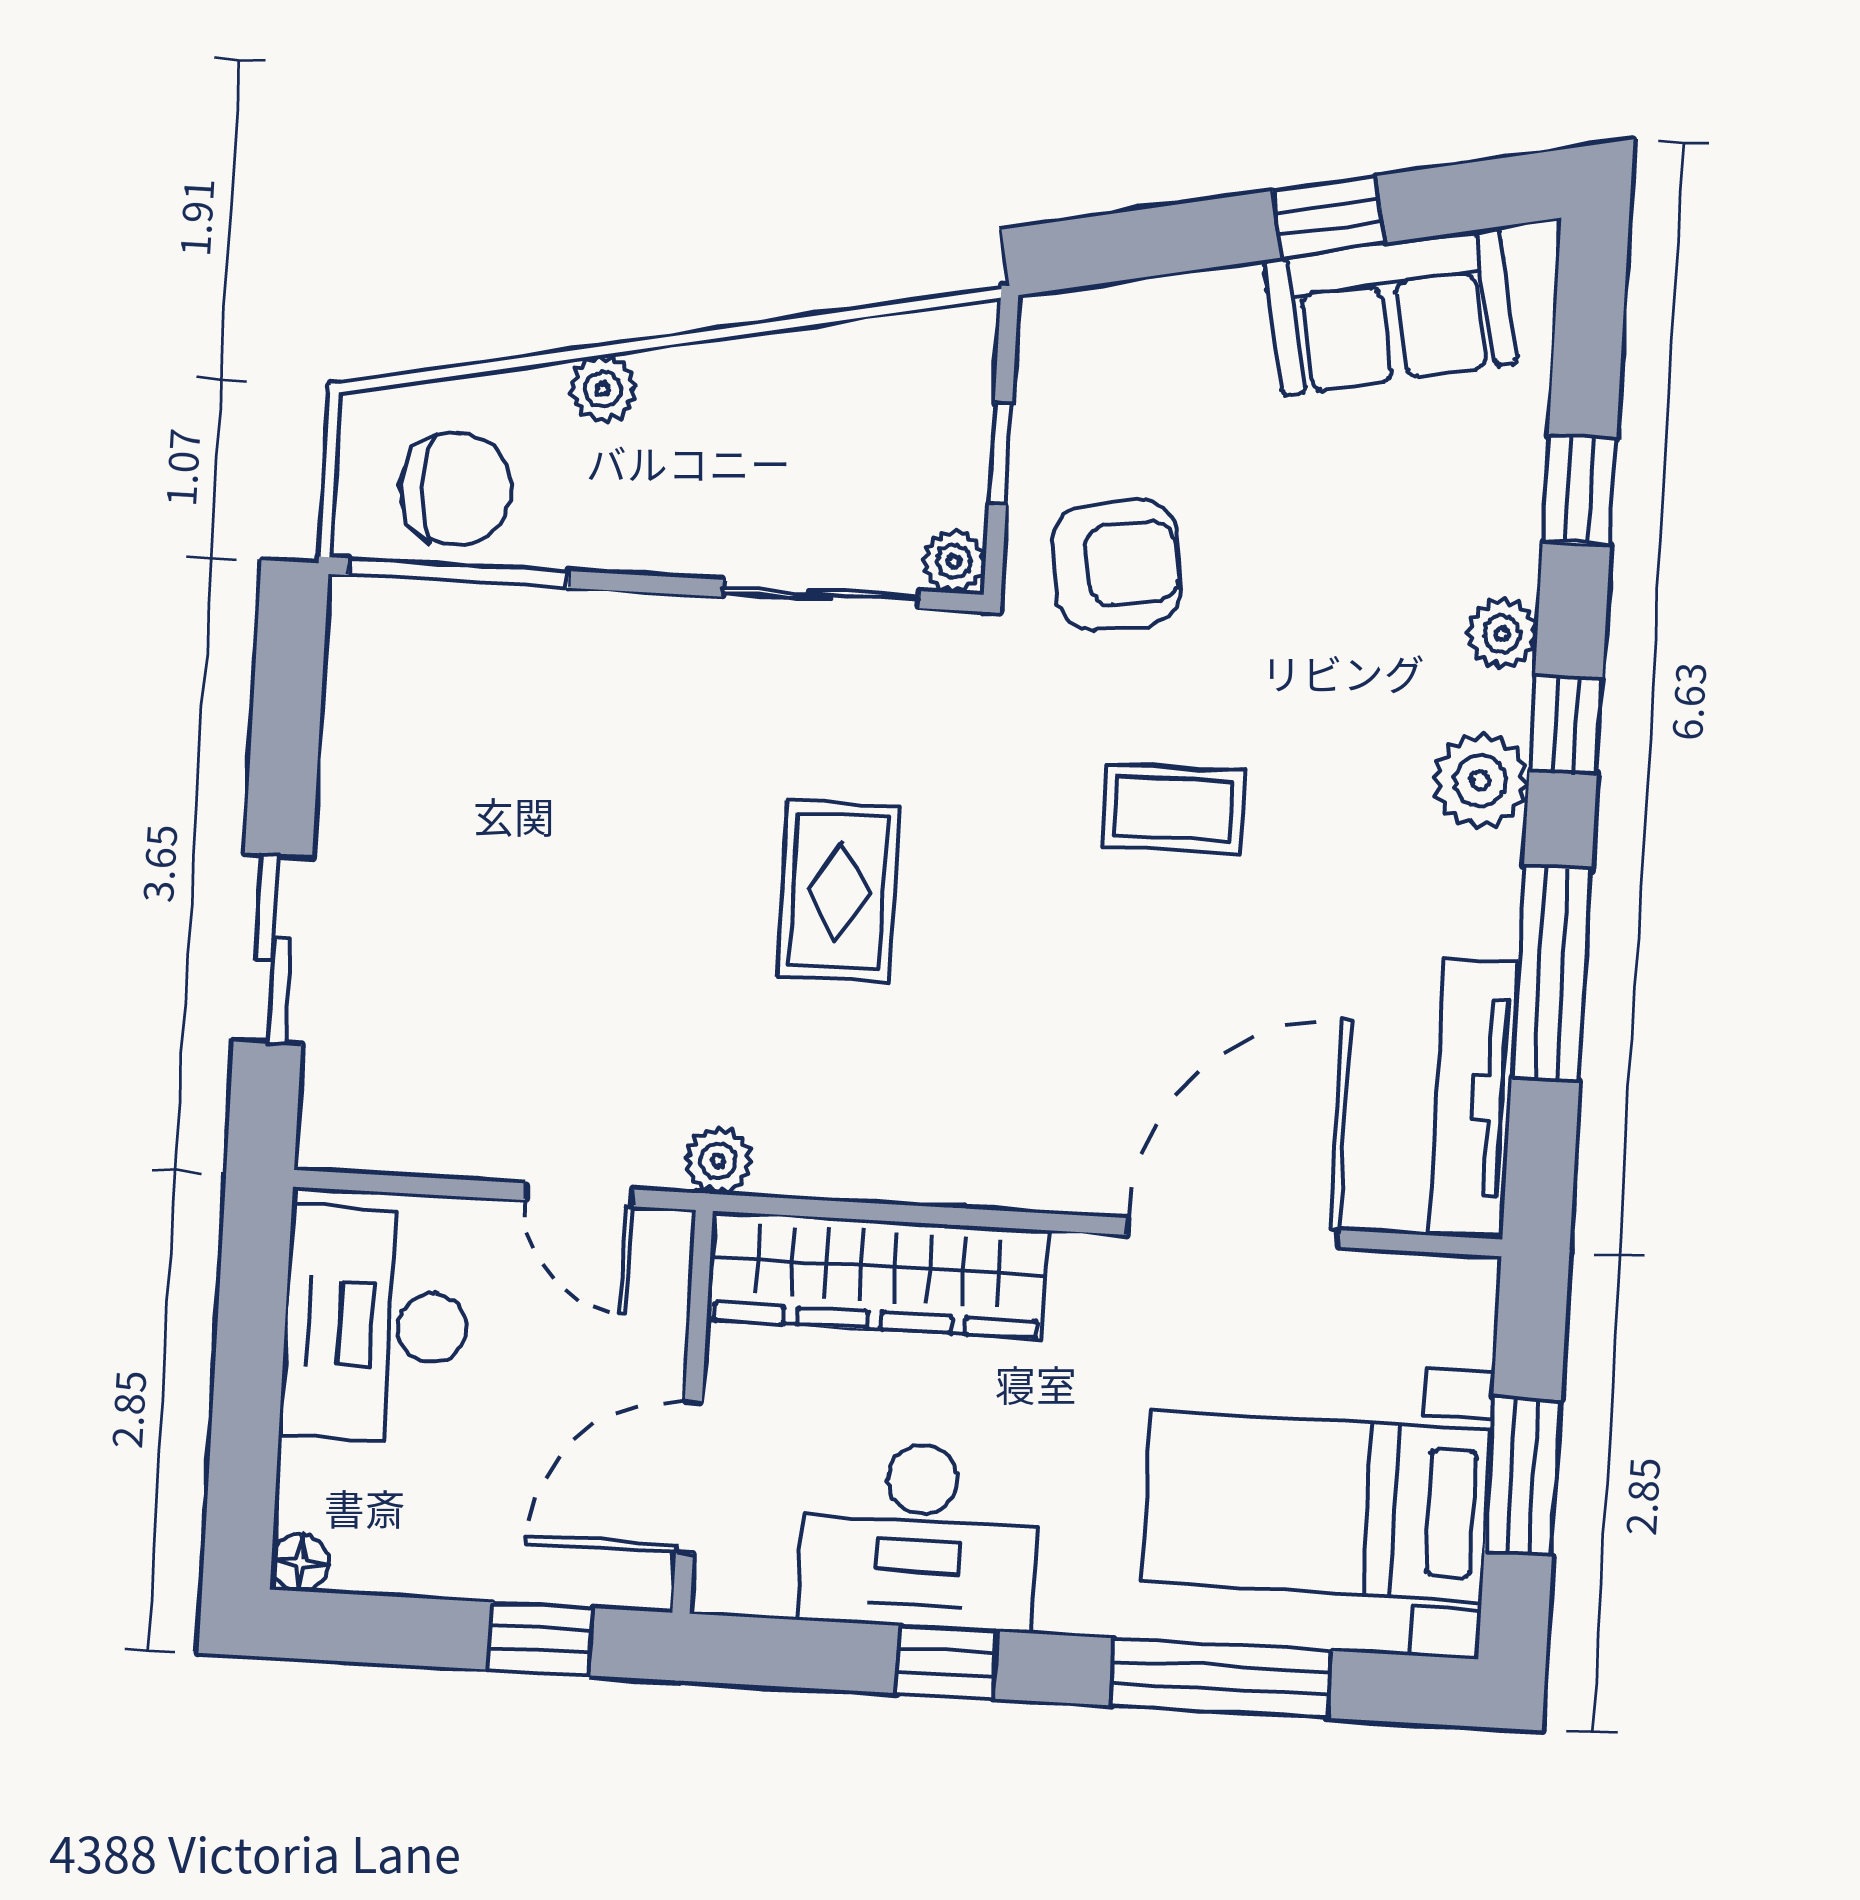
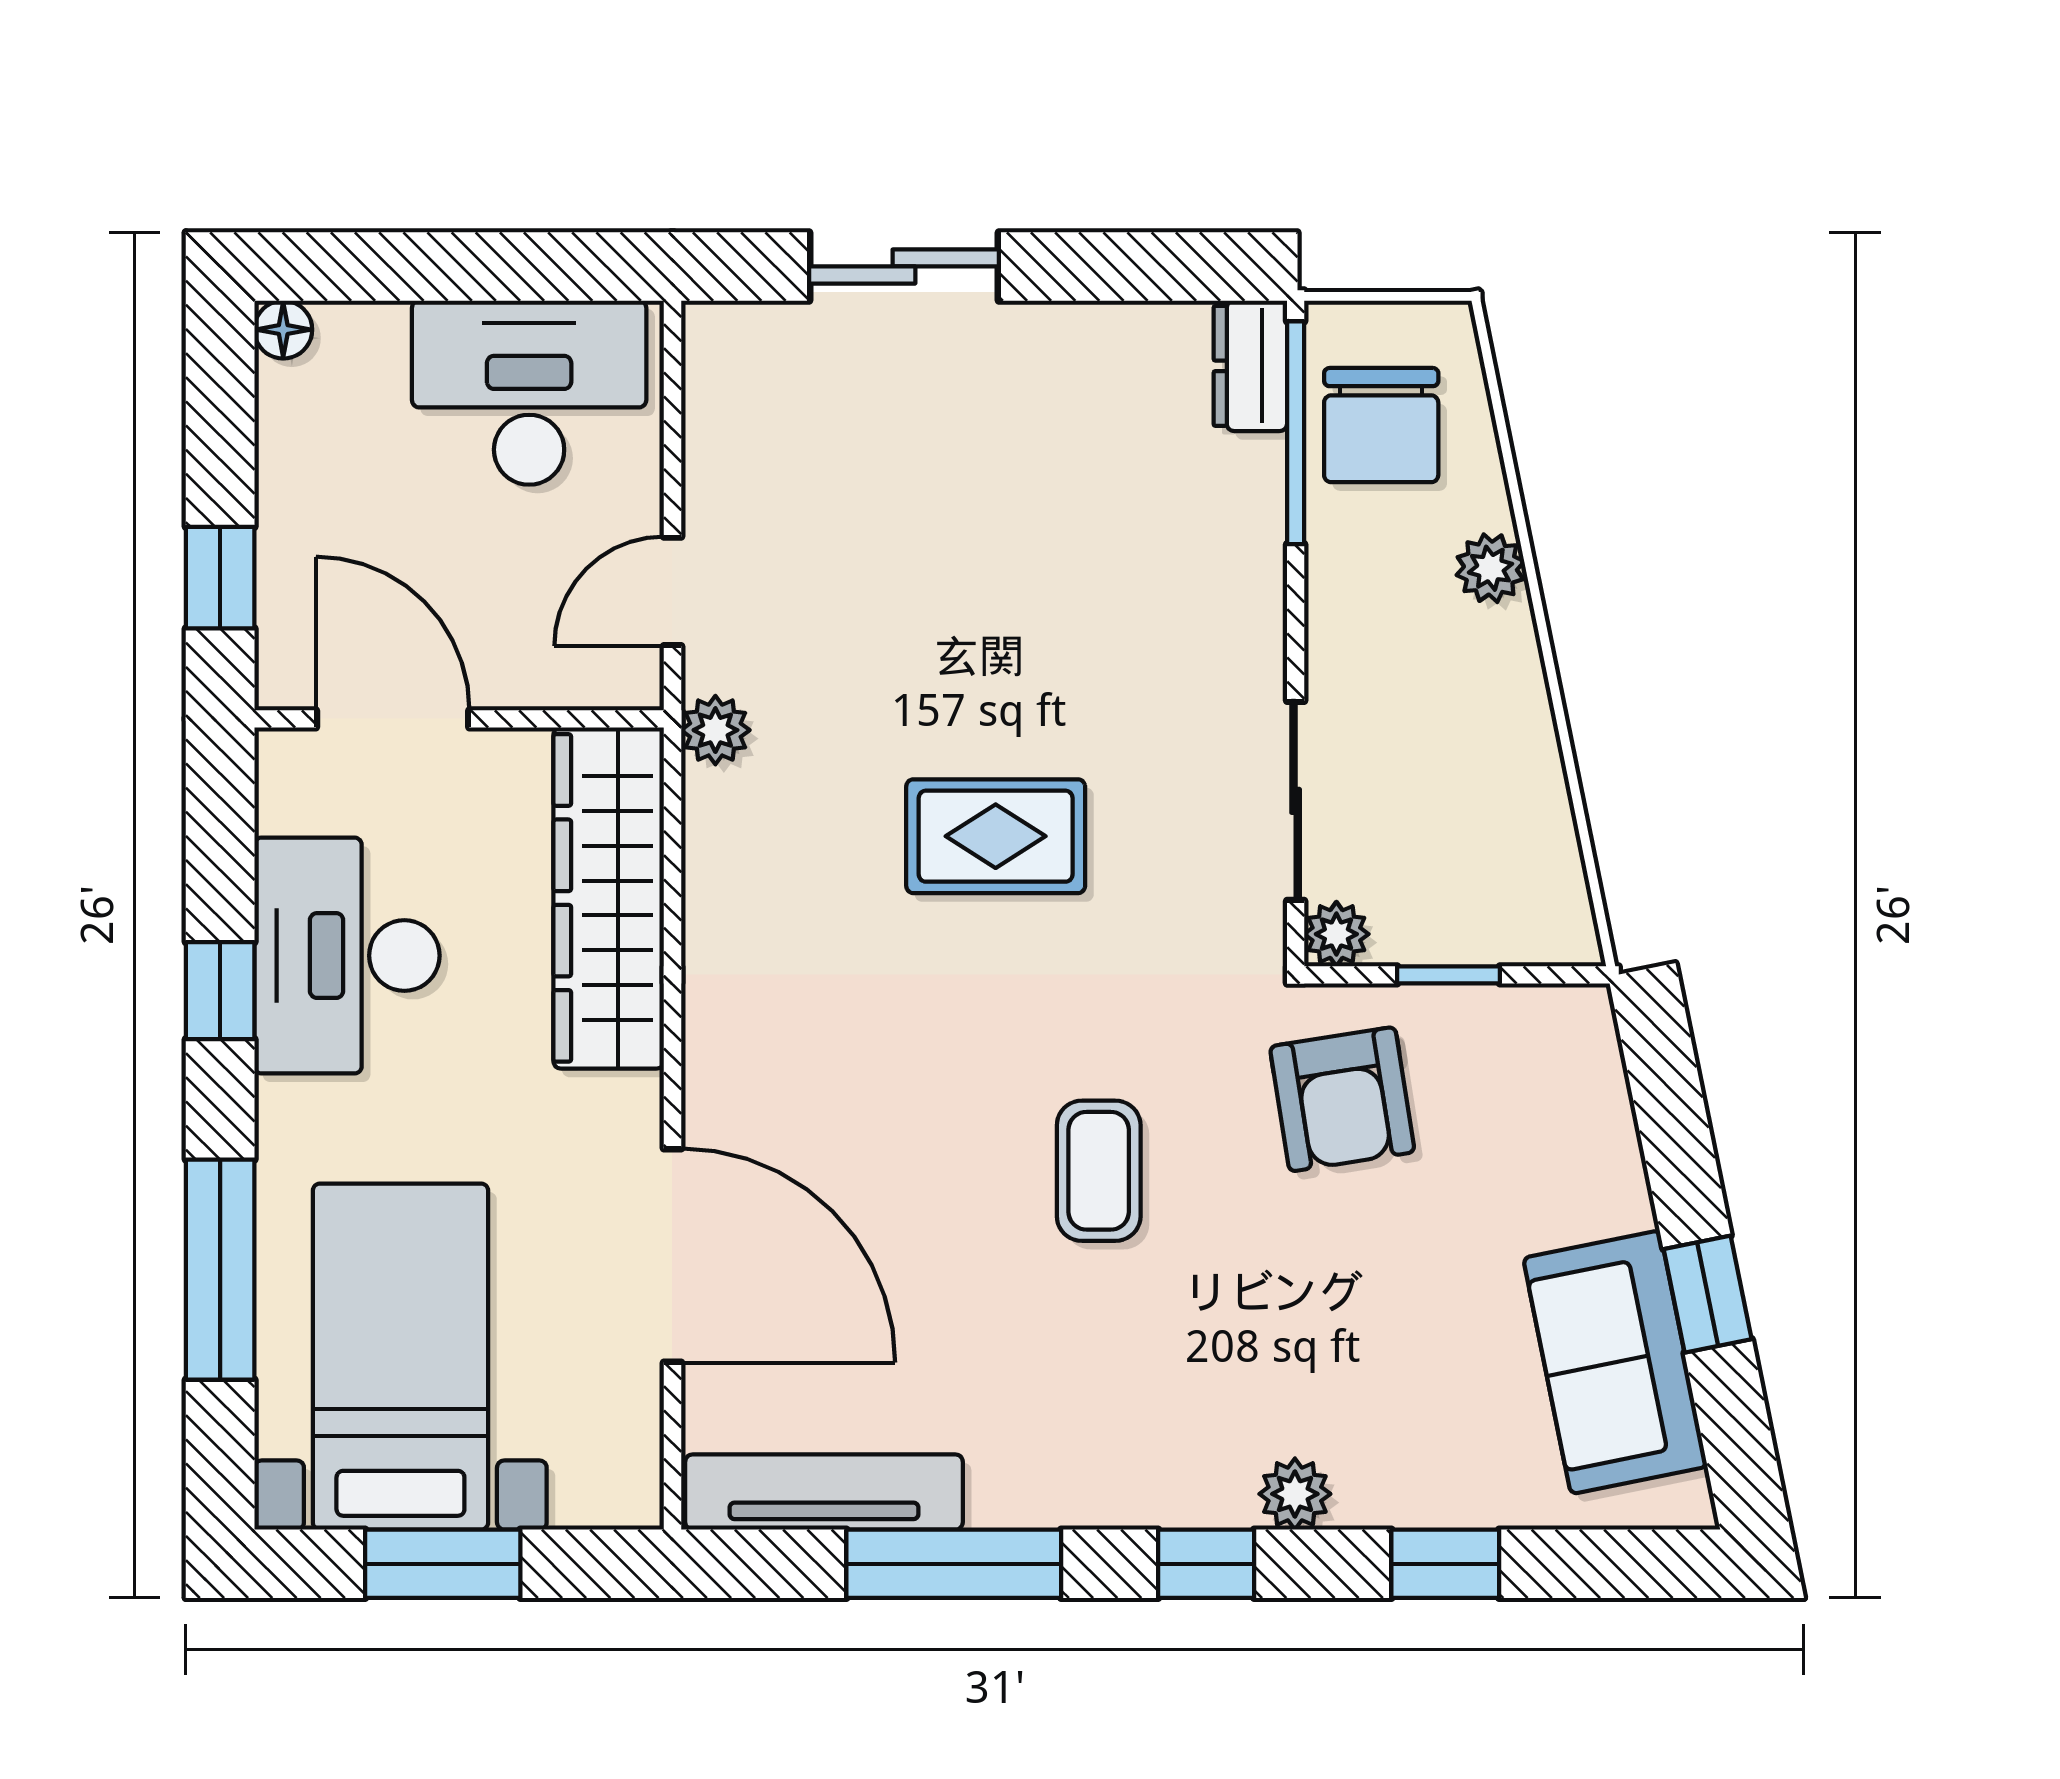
dresser: (390, 614) -> (1250, 366), added
plant: (1480, 781) -> (1145, 1480), removed

